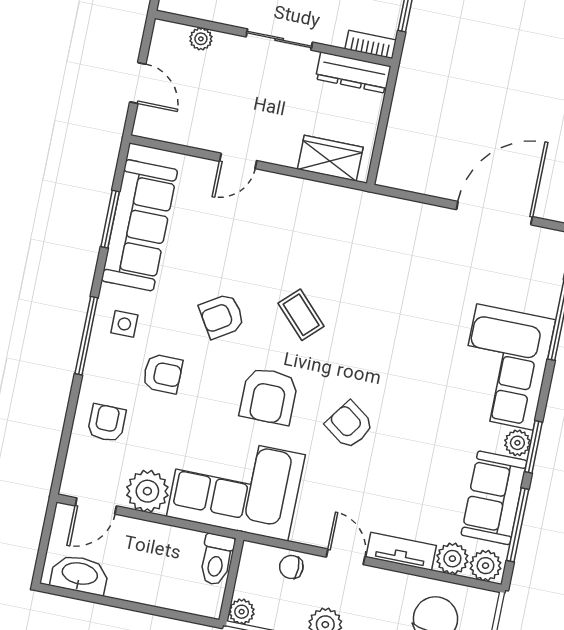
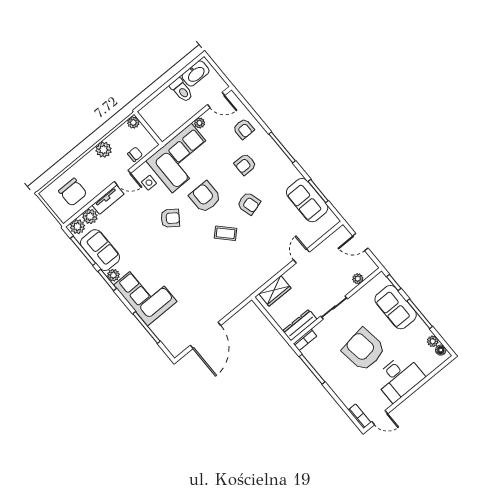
sofa: (139, 225) -> (307, 200), width x0.73
armchair: (222, 316) -> (249, 203), turned 106
side table: (124, 324) -> (149, 183), moved
plant: (147, 491) -> (200, 123), width x0.53, depth x0.53
door: (96, 506) -> (216, 100), swing flipped
toilet: (216, 560) -> (181, 90), moved, turned 180

